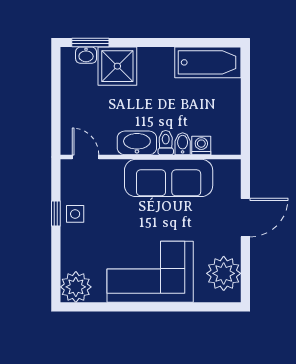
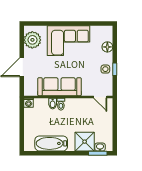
bathtub: (208, 62) -> (51, 143), moved
washbasin: (137, 143) -> (75, 104), removed
washing machine: (201, 145) -> (29, 103), moved
floor lamp: (71, 259) -> (107, 47), added
plant: (76, 287) -> (105, 33), removed

